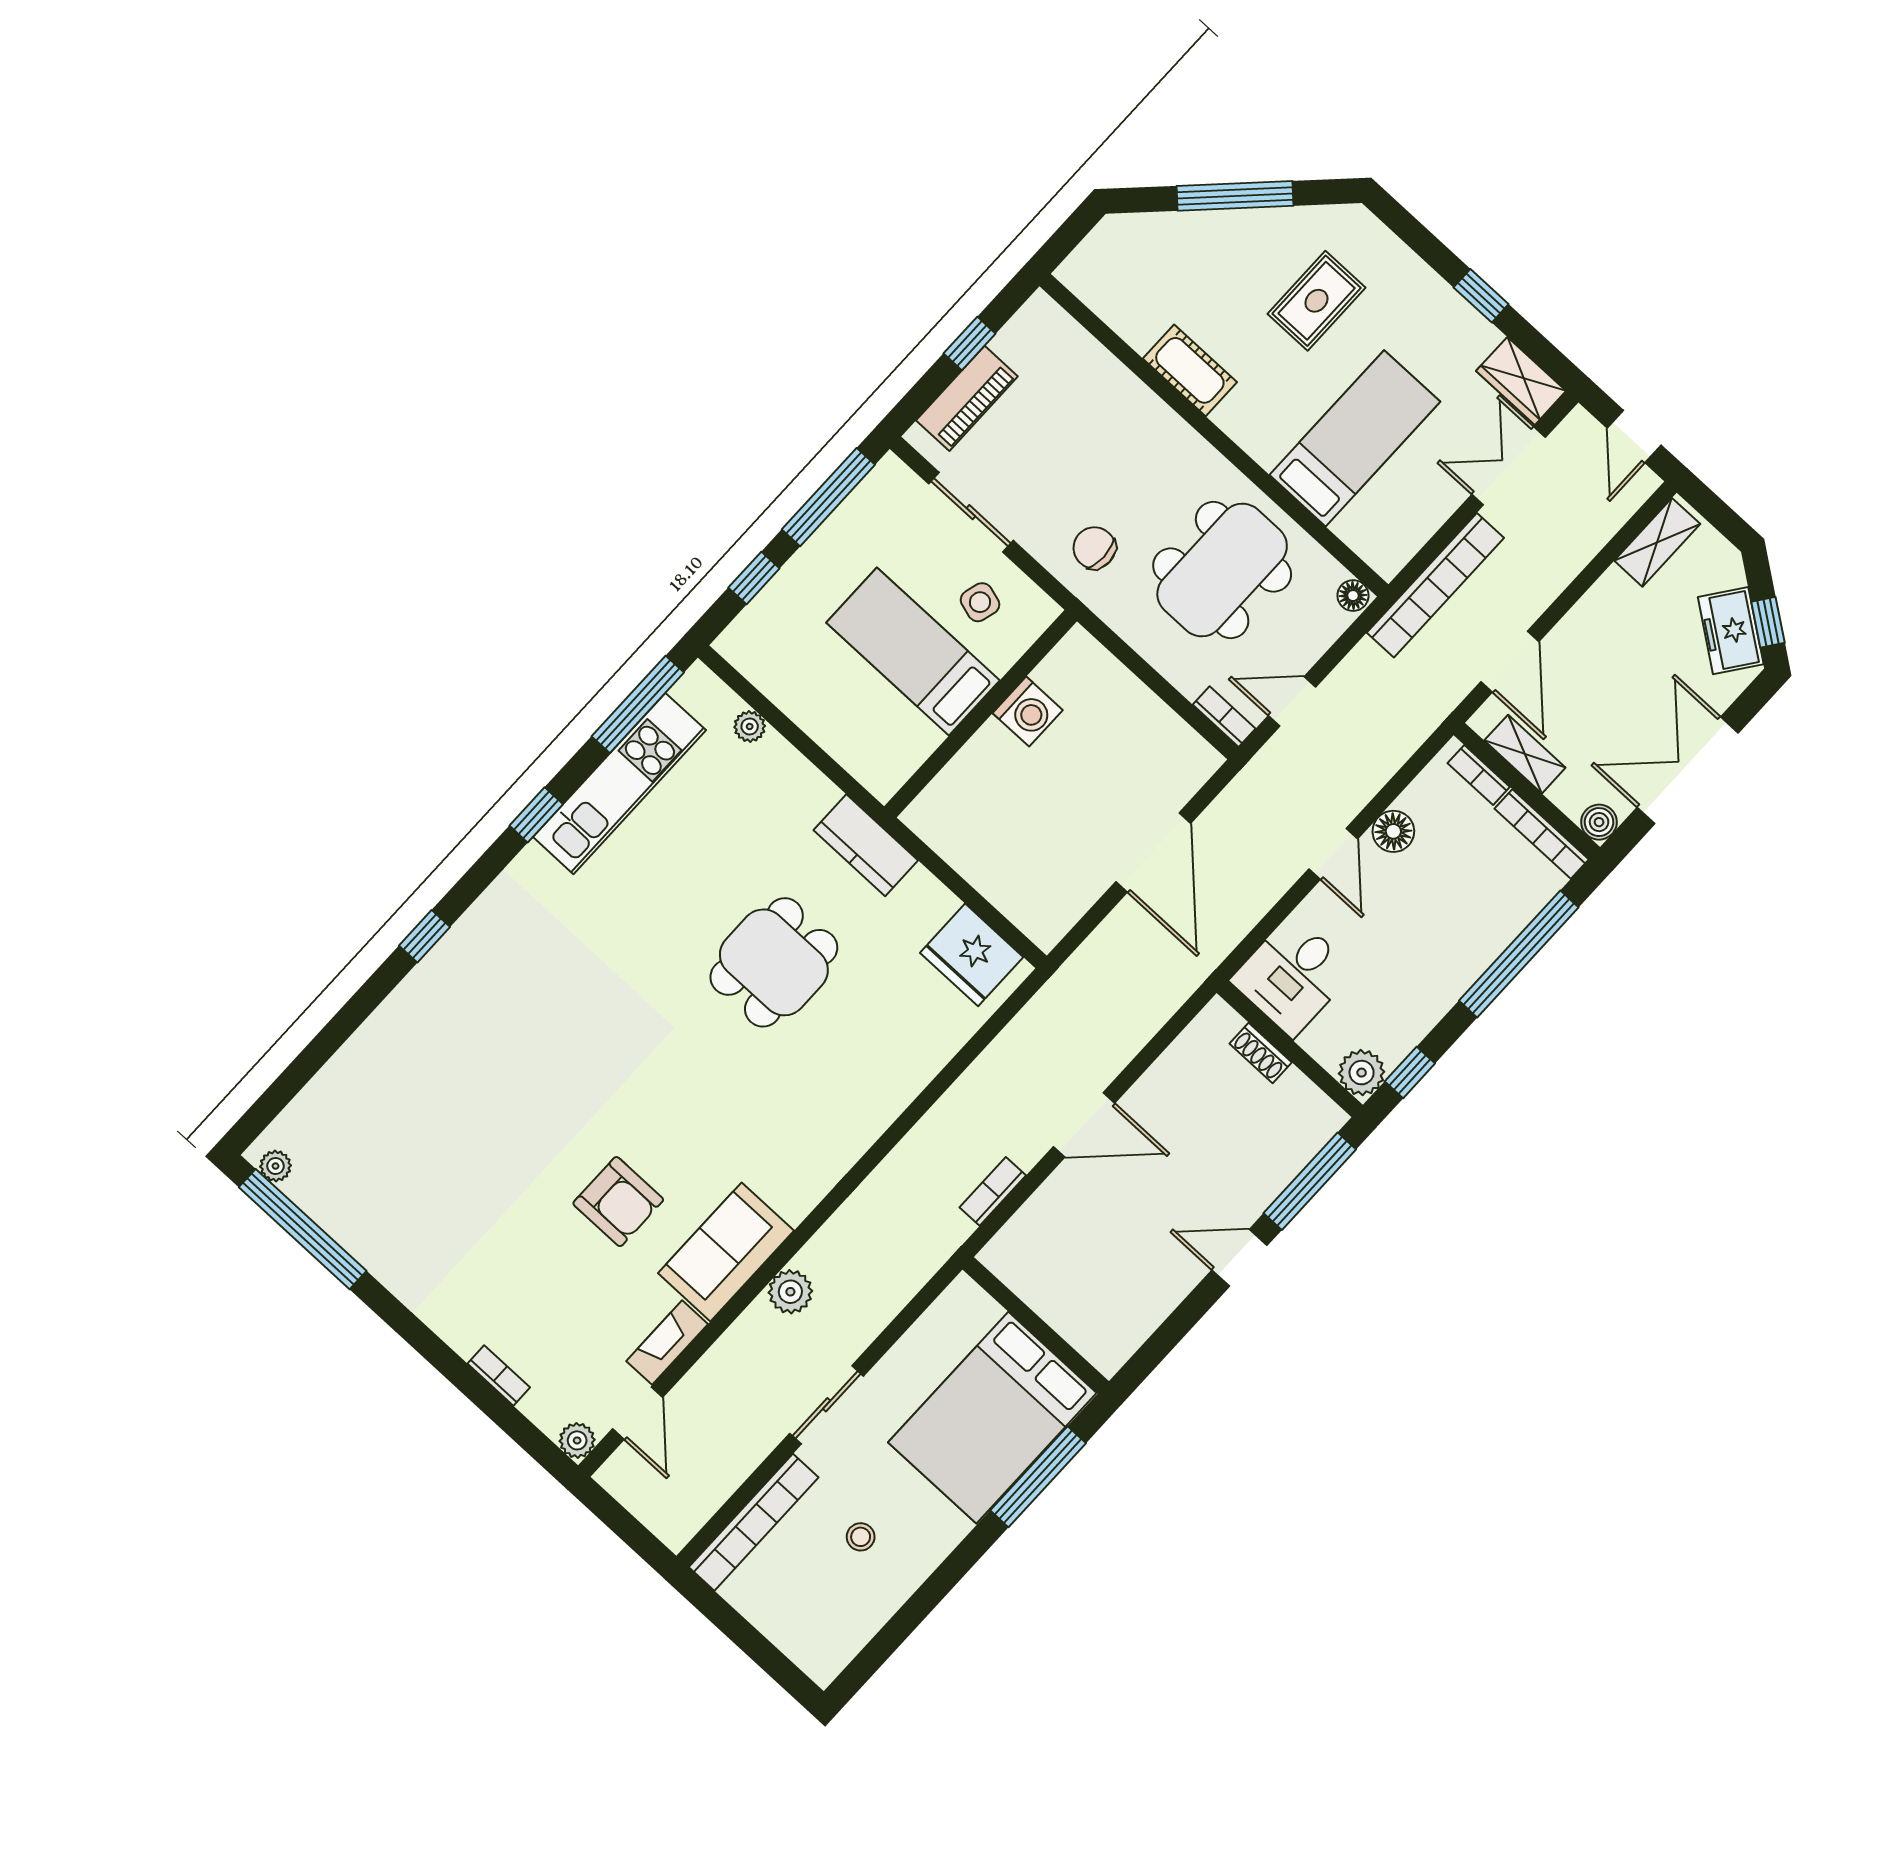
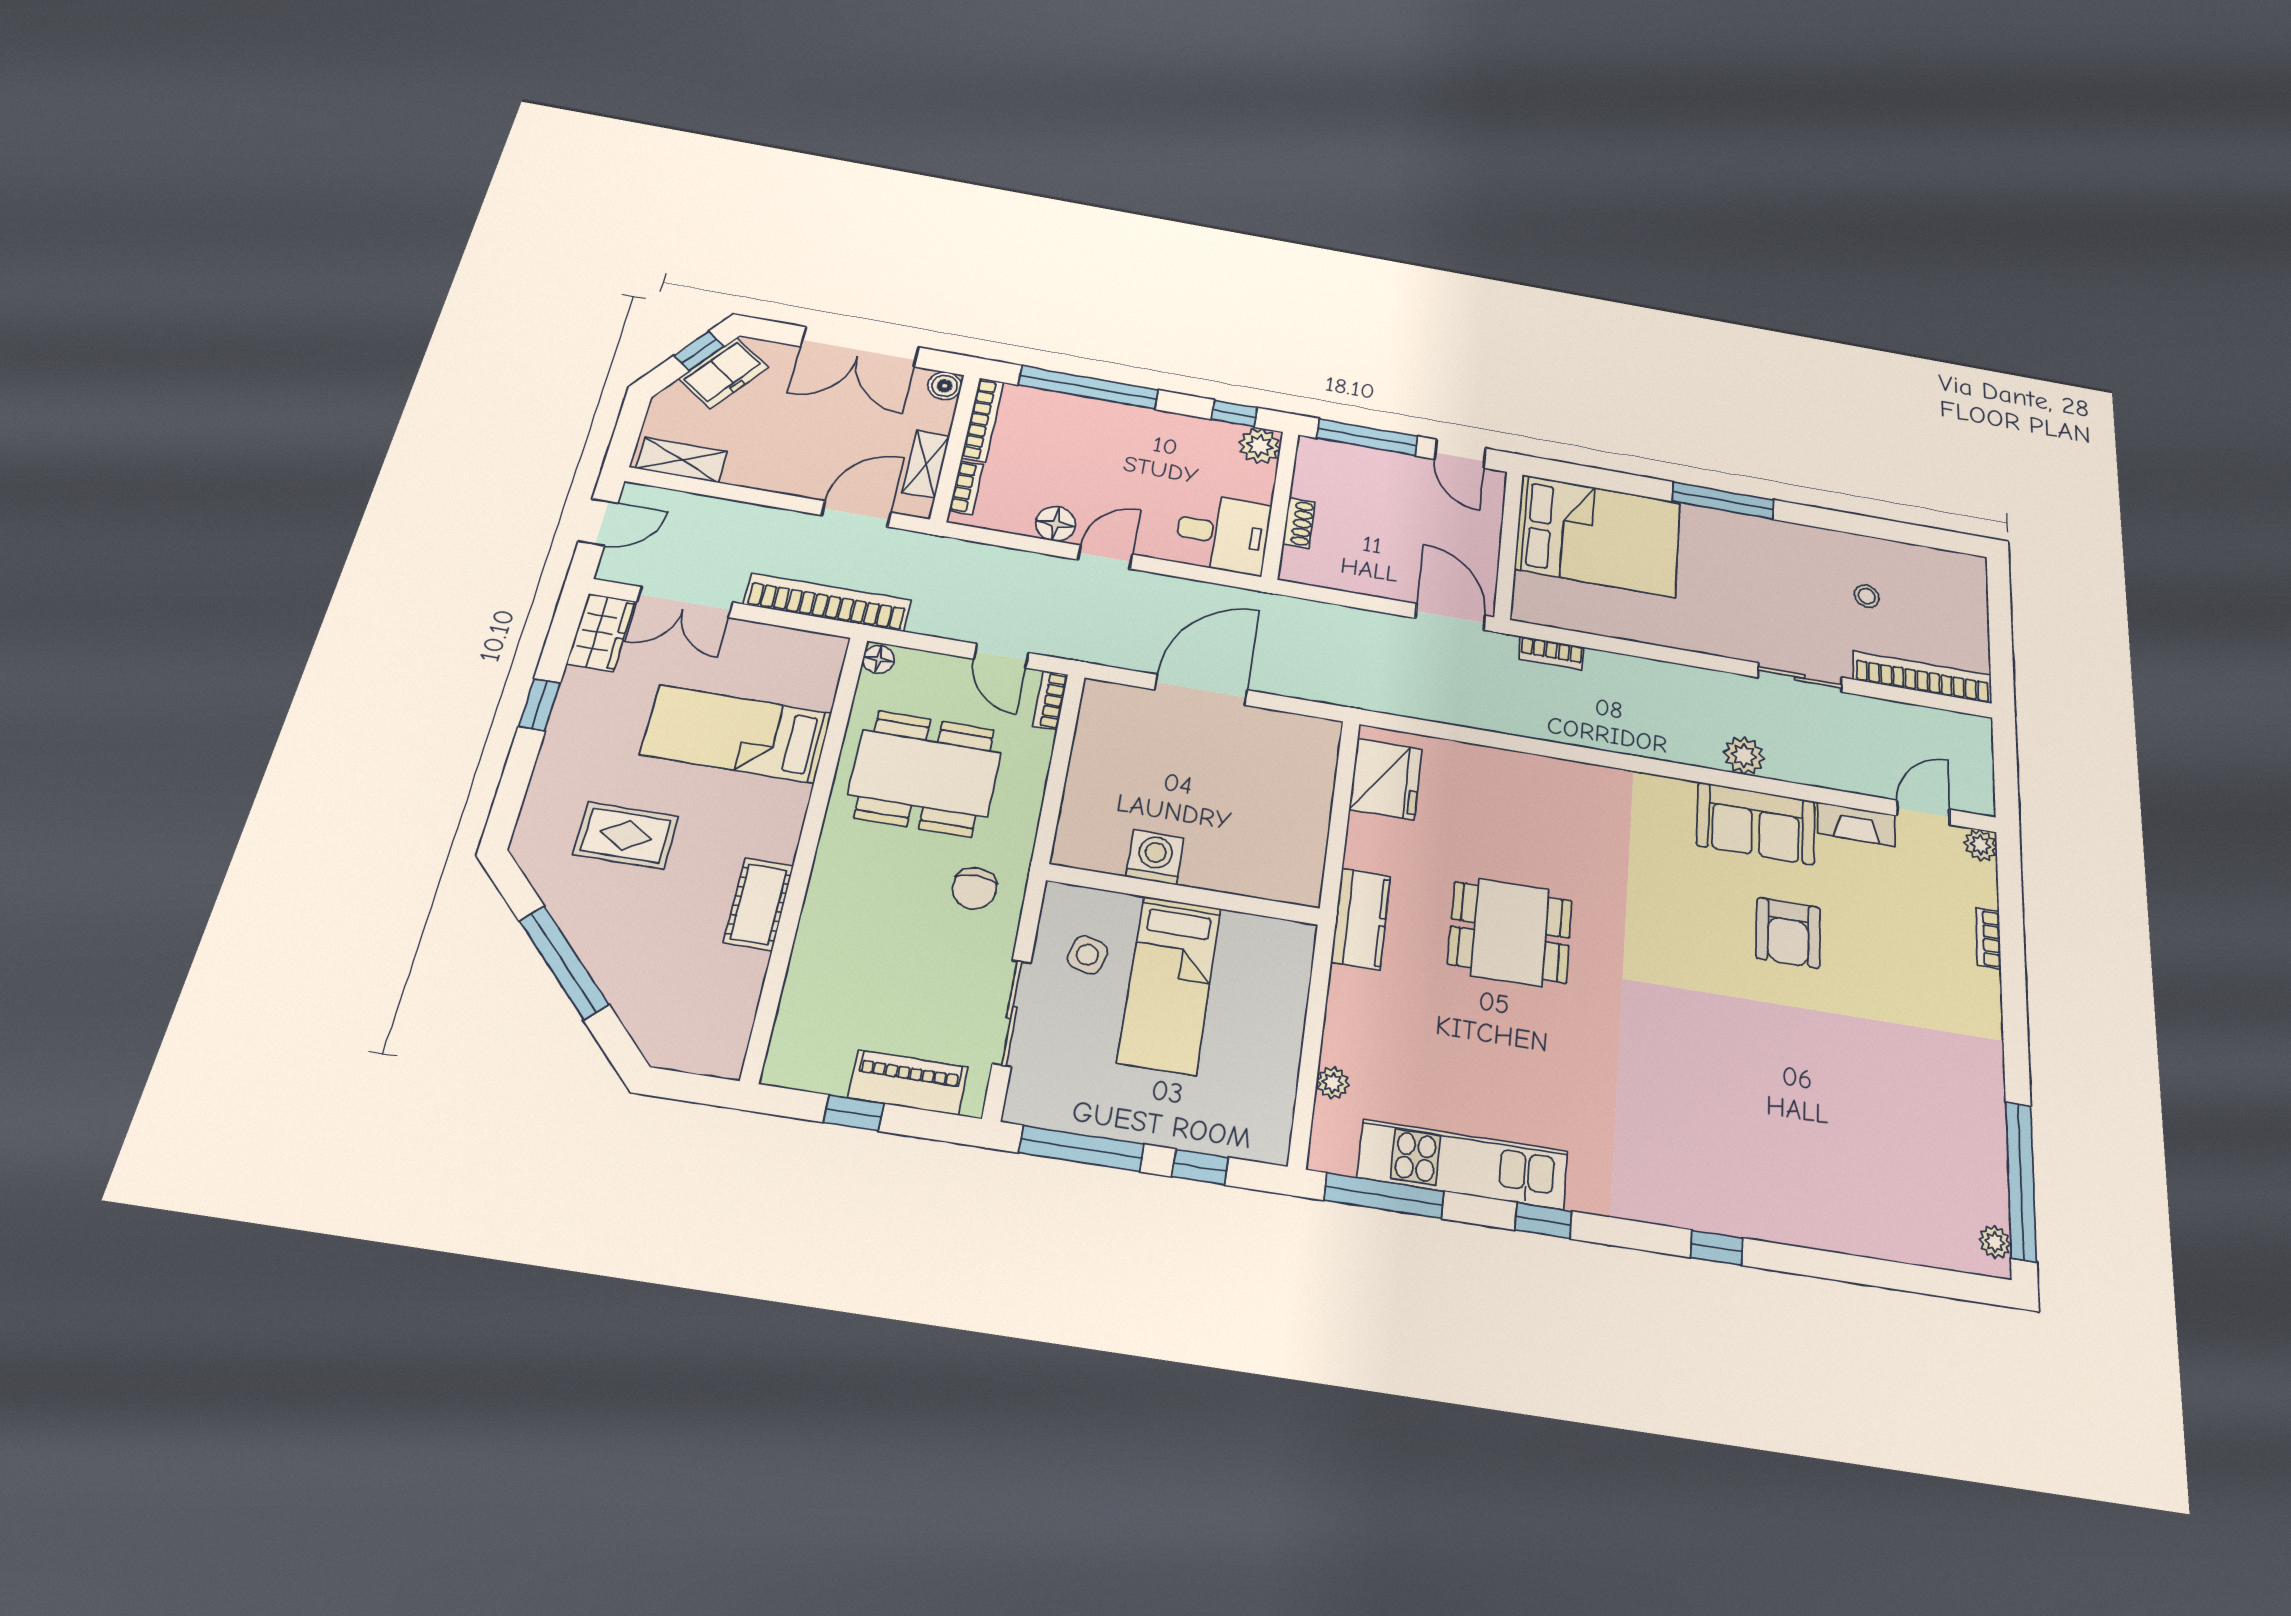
armchair: (618, 1202) -> (1788, 933), turned 180
wall: (1036, 1325) -> (1509, 545), moved
bed: (992, 1418) -> (1598, 536), moved

